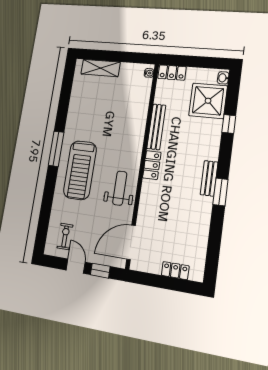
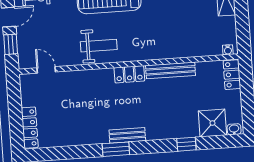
shower: (208, 101) -> (212, 123), width x0.73, depth x0.73
door: (131, 242) -> (46, 70), width x0.53
locker: (175, 271) -> (30, 128), width x1.53

